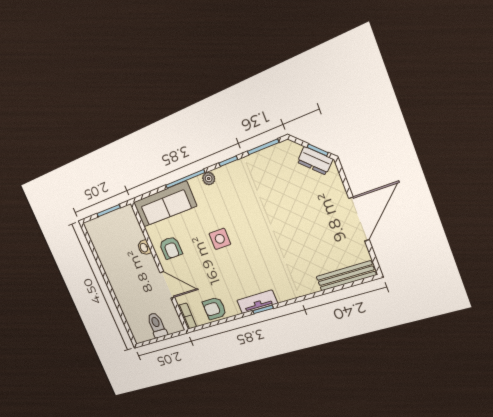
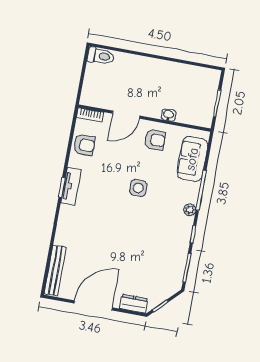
dresser: (315, 161) -> (134, 304), moved, turned 45
sofa: (165, 204) -> (192, 159), width x0.73
door: (359, 219) -> (93, 305), swing flipped
armchair: (171, 248) -> (155, 140), turned 180
armchair: (214, 308) -> (84, 145), turned 90
toilet: (157, 325) -> (101, 56), moved

